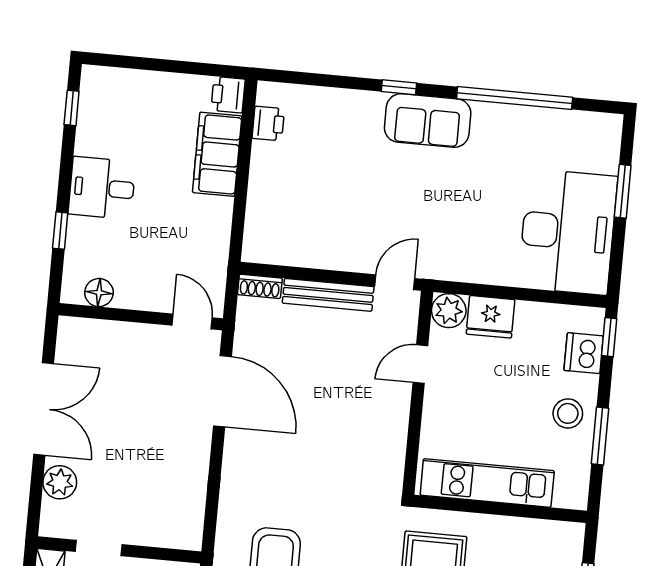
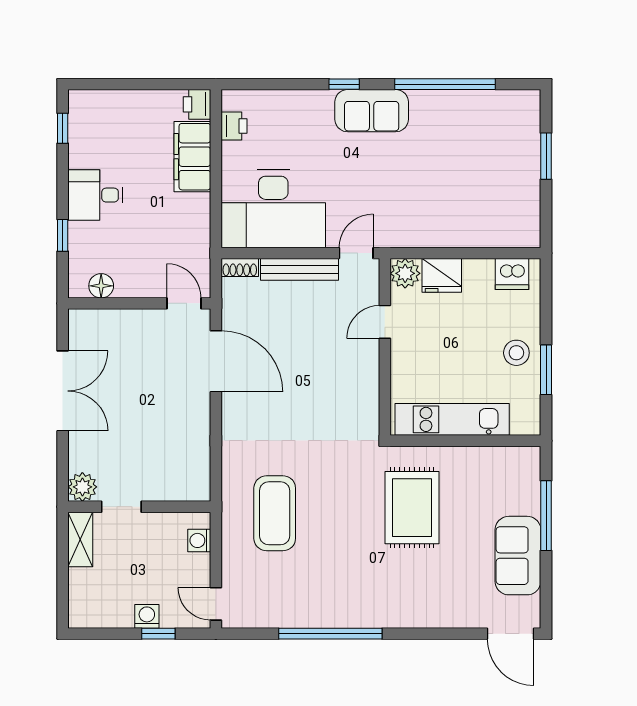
desk: (568, 232) -> (273, 209), moved, turned 90
window: (609, 337) -> (546, 283), removed
dishwasher: (584, 353) -> (512, 274), moved, turned -90
plant: (60, 482) -> (82, 487), moved

